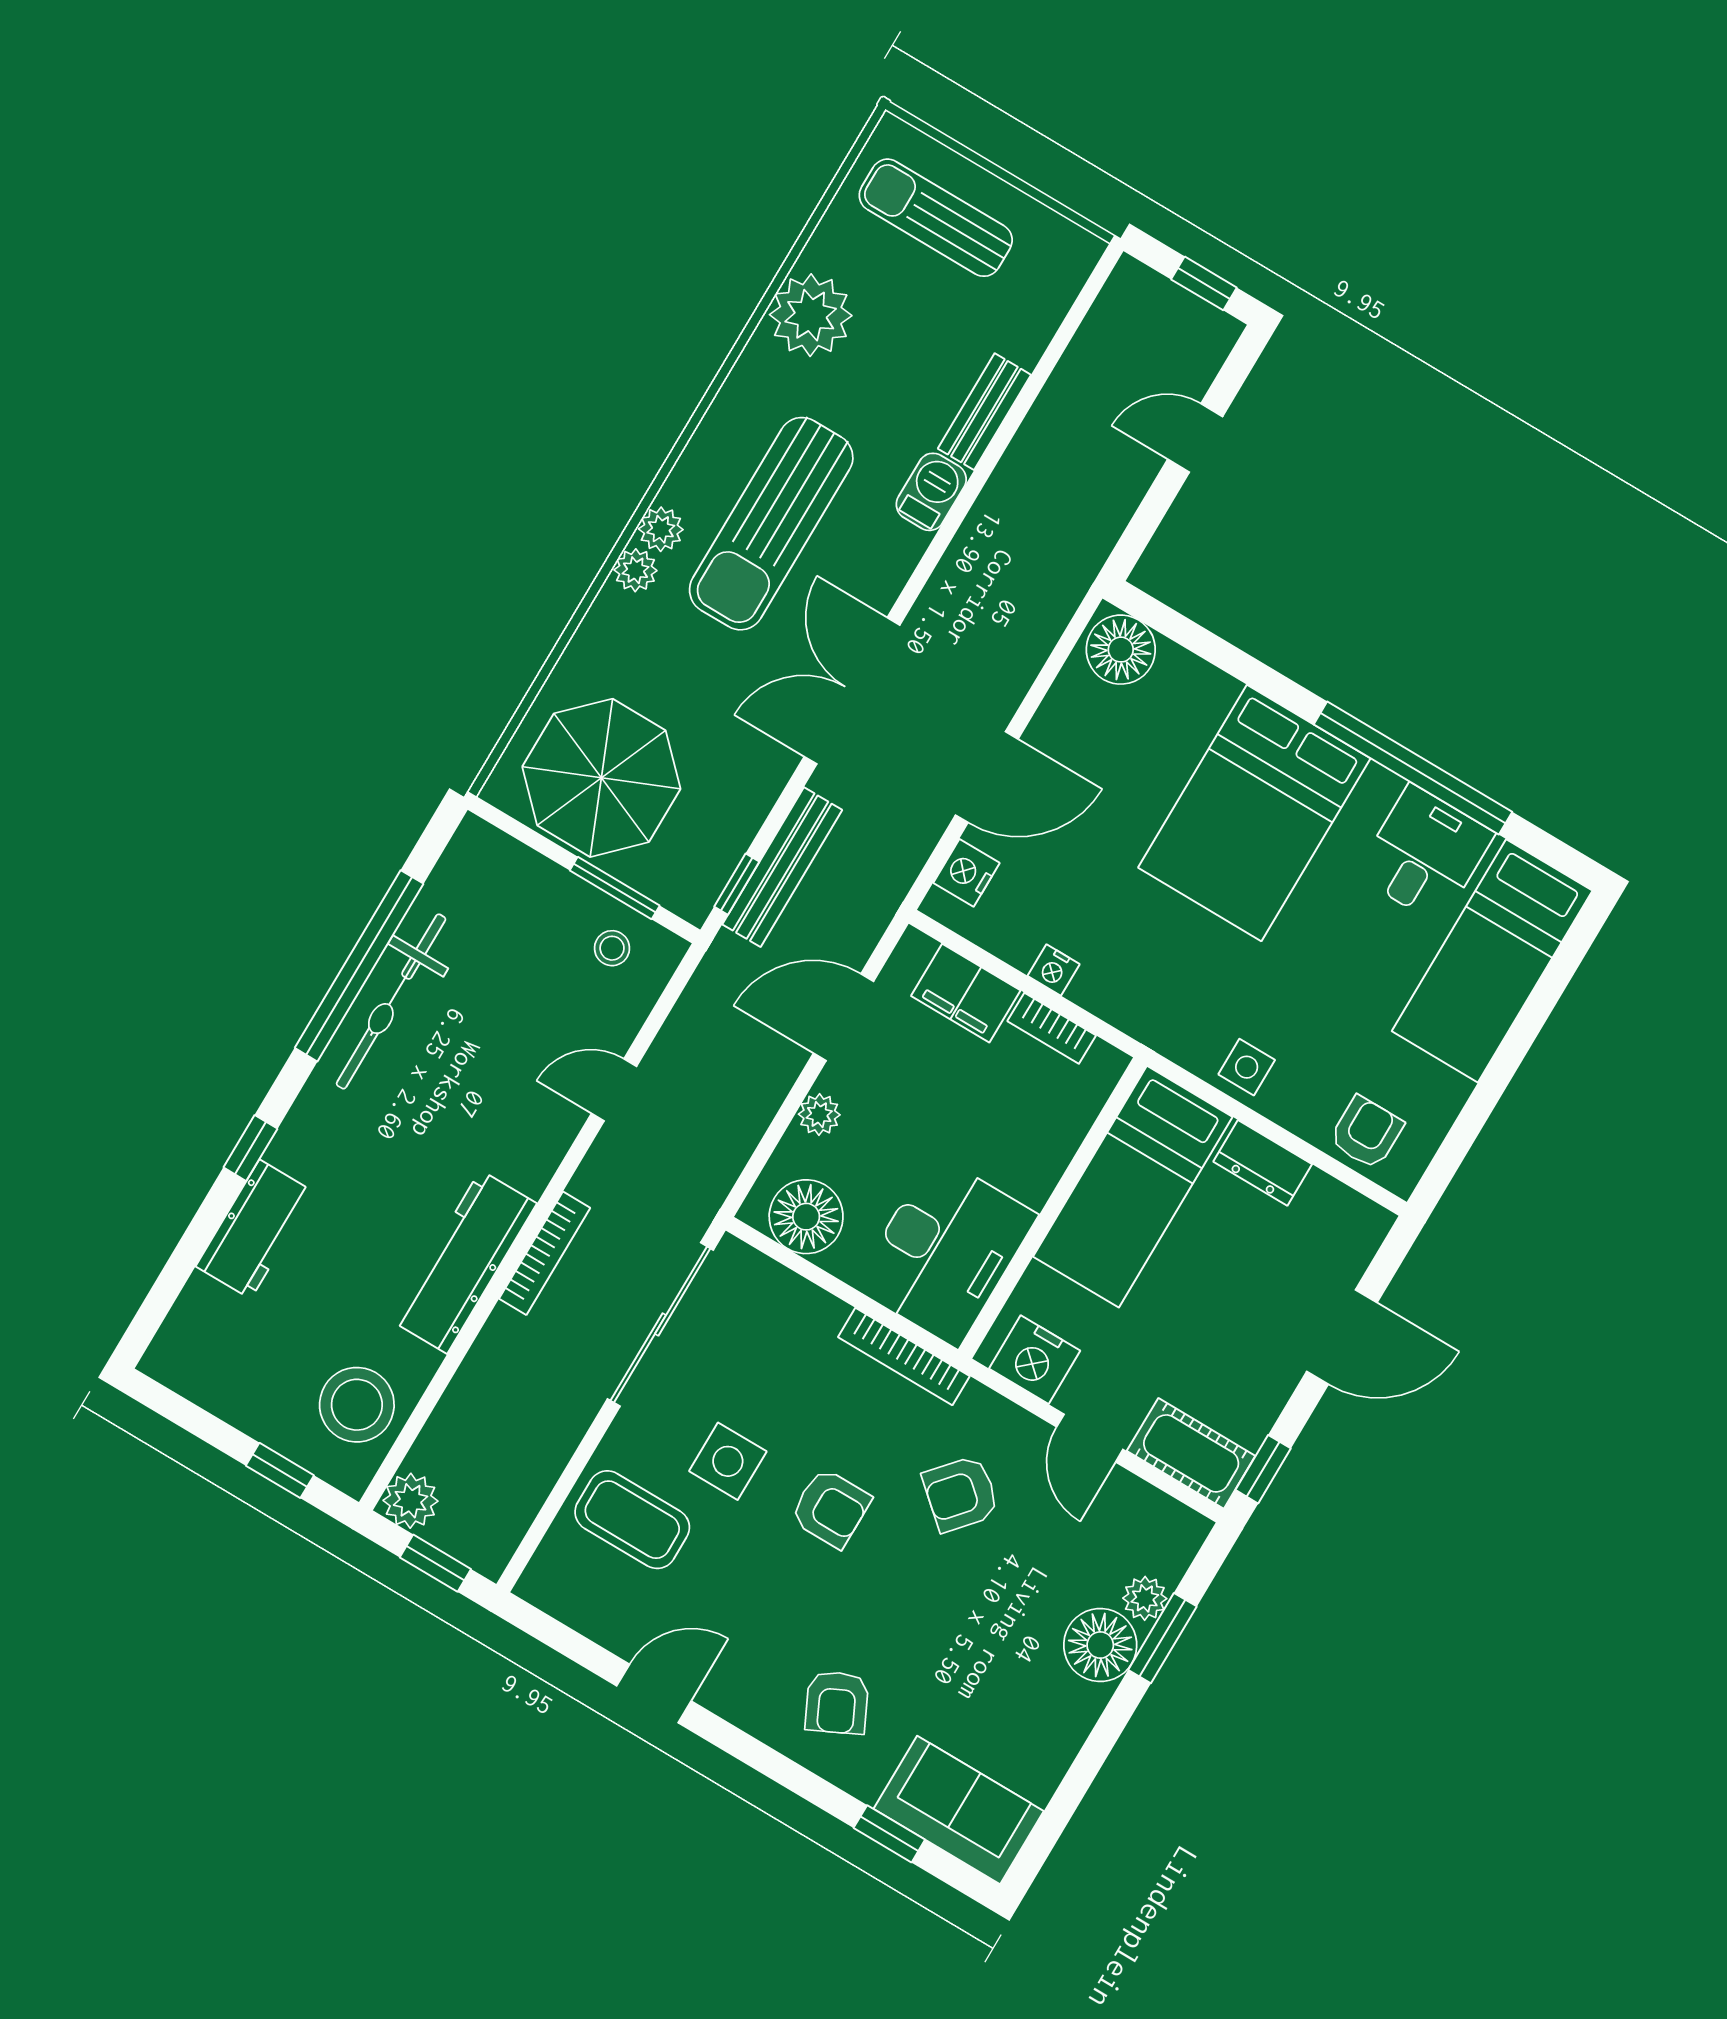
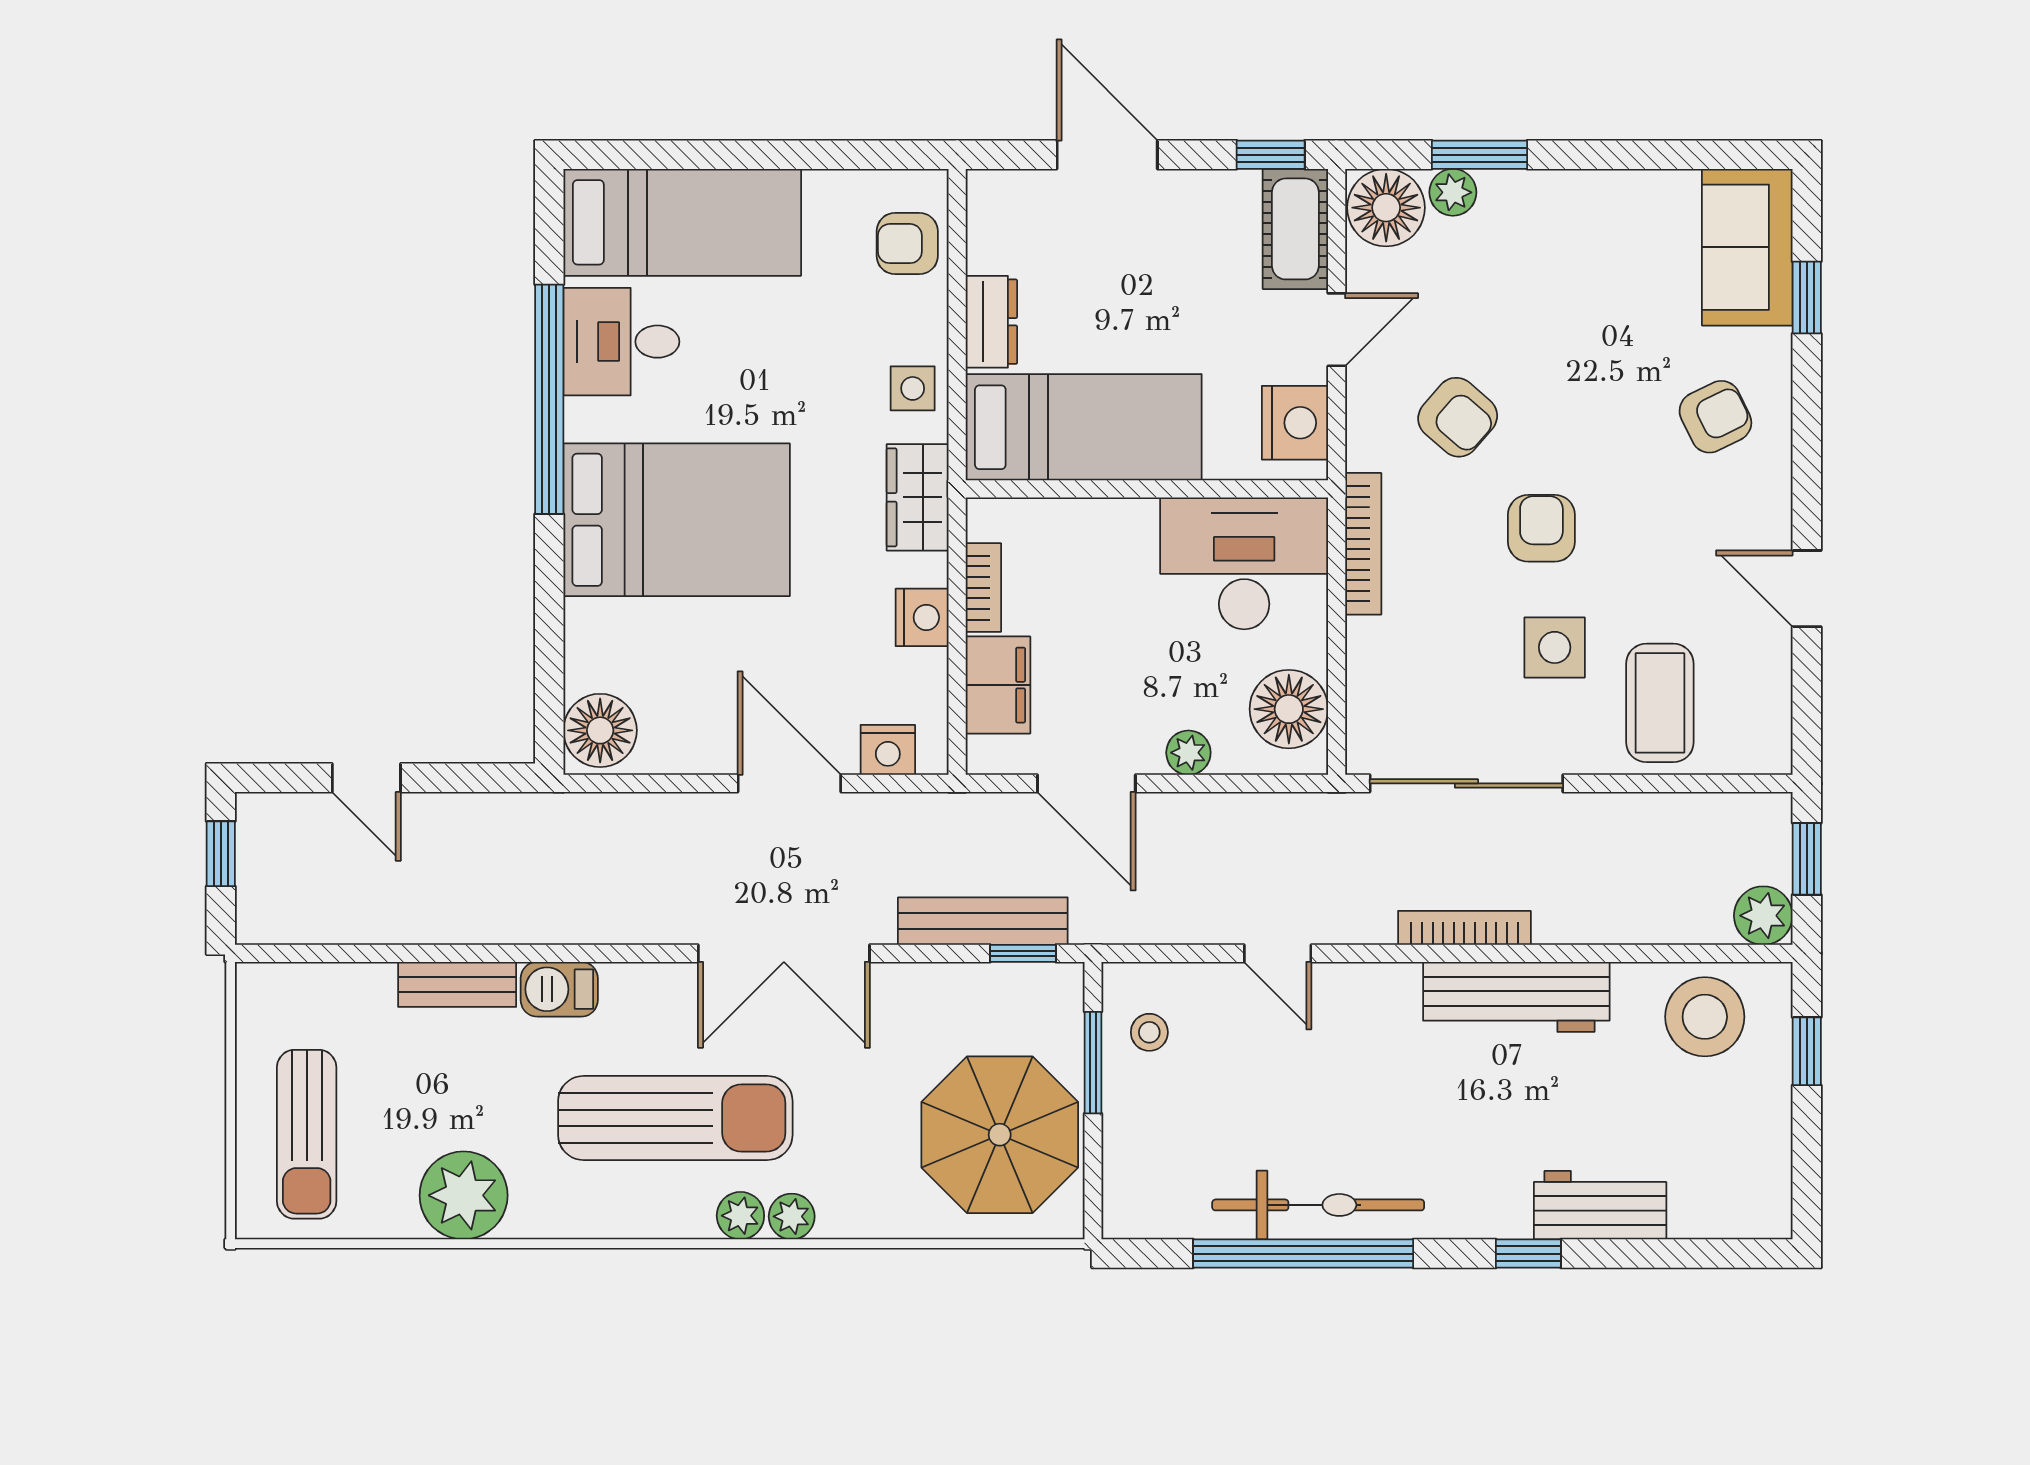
nightstand: (1054, 970) -> (922, 617), width x1.39, depth x1.35
wardrobe: (1156, 1019) -> (918, 497), added
floor lamp: (1100, 1645) -> (1386, 208), moved

